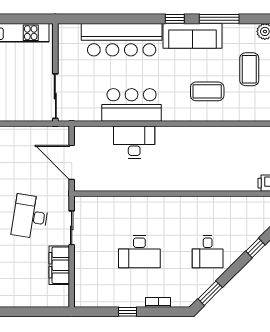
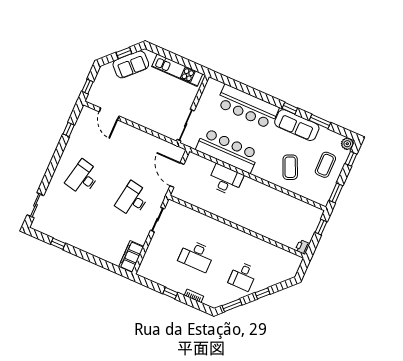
window: (219, 19) -> (320, 121), width x0.69
coffee table: (207, 91) -> (290, 167), turned 66
bar counter: (132, 105) -> (227, 151), width x1.36
window: (255, 248) -> (263, 293), moved
filing cabinet: (59, 265) -> (131, 257), moved

